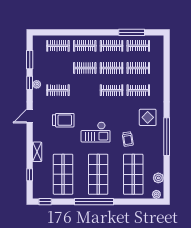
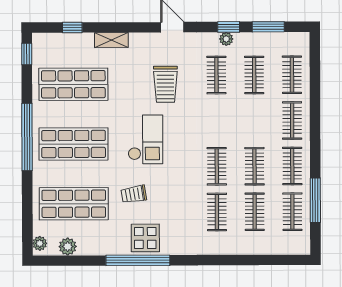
clothes rail: (85, 68) -> (254, 75), moved
display table: (148, 117) -> (145, 238), moved
checkout: (96, 132) -> (145, 139), turned 180

